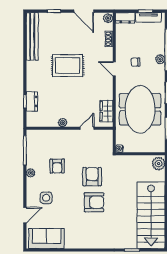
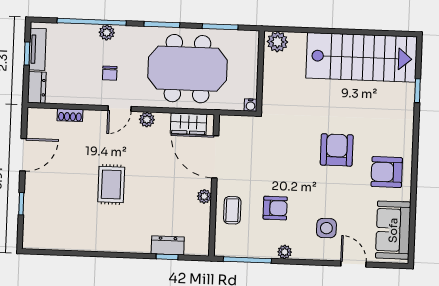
plant: (108, 18) -> (147, 120), moved
bench: (32, 36) -> (61, 241), removed
rug: (68, 66) -> (111, 184), width x0.73, depth x0.70
door: (87, 128) -> (215, 157), width x1.88
coffee table: (55, 140) -> (232, 210), added
armchair: (92, 177) -> (387, 172), moved

